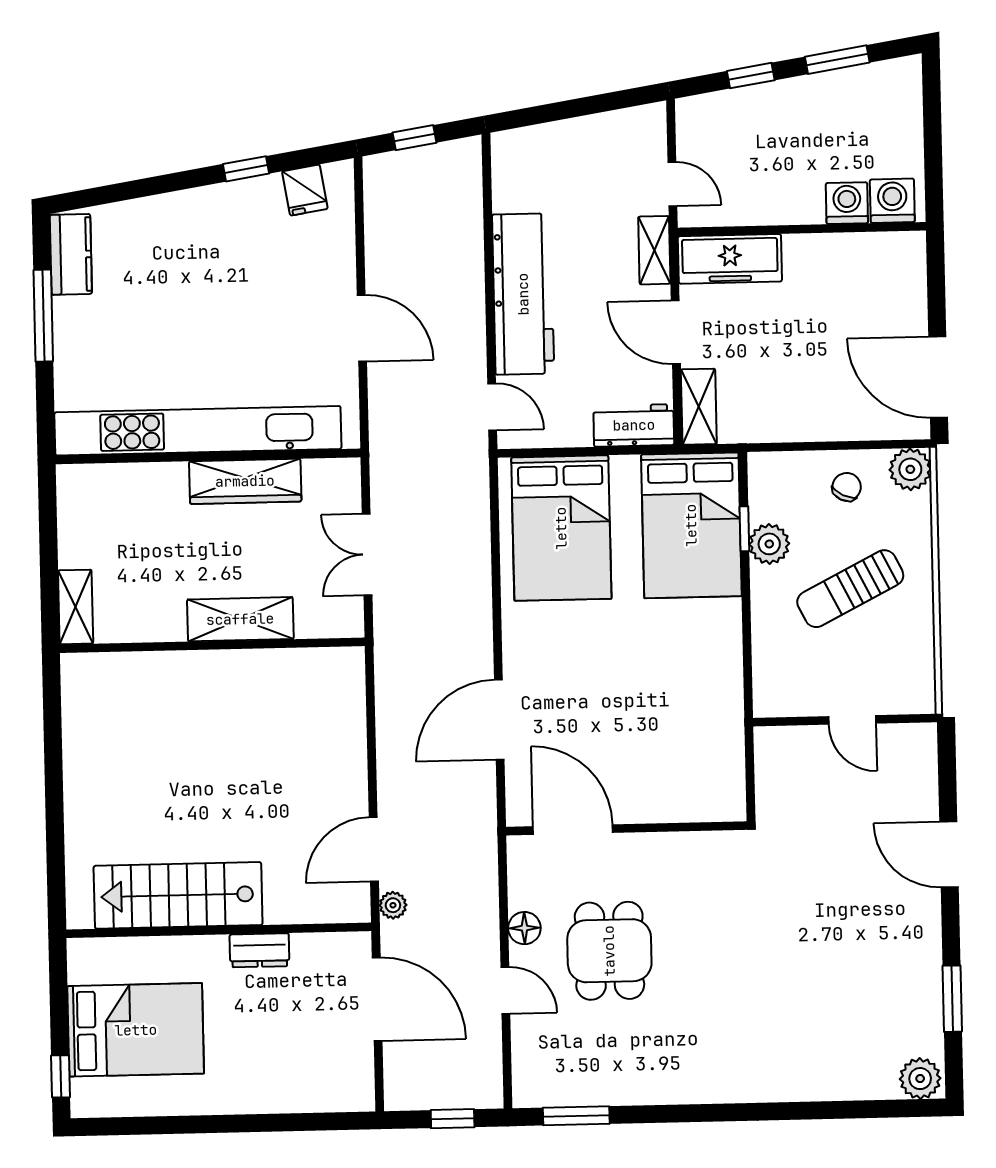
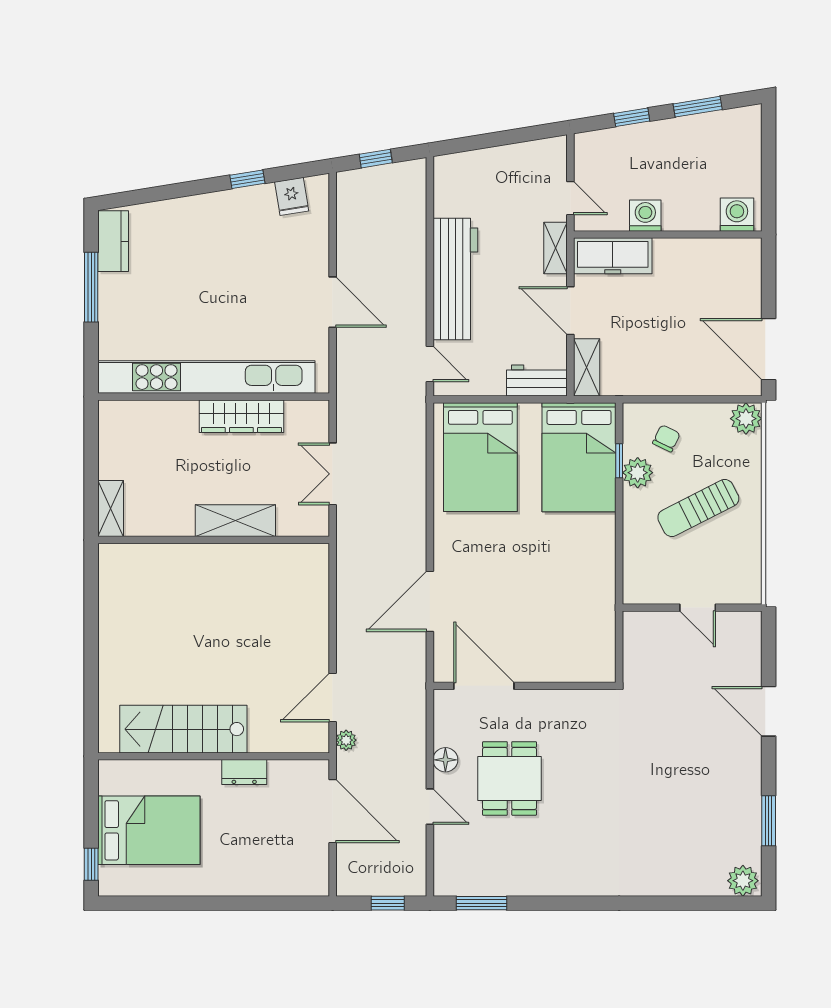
washing machine: (847, 203) -> (645, 216), moved
chair: (847, 487) -> (666, 438), moved

